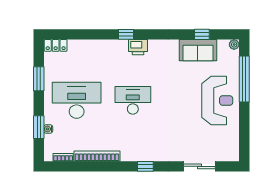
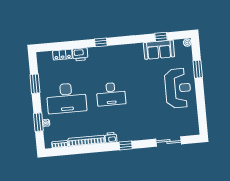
locker: (56, 45) -> (62, 55), moved
printer: (138, 47) -> (80, 54), moved
window: (244, 79) -> (198, 69), width x0.47
desk: (77, 100) -> (66, 98), turned 180
desk: (133, 100) -> (111, 94), turned 180
printer: (128, 155) -> (111, 138), added

